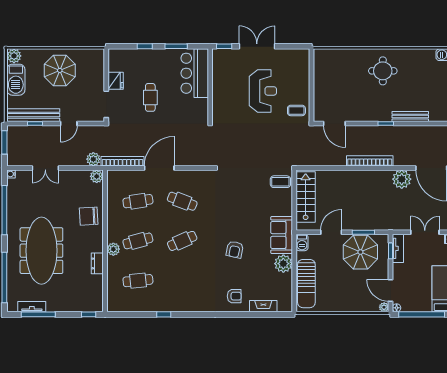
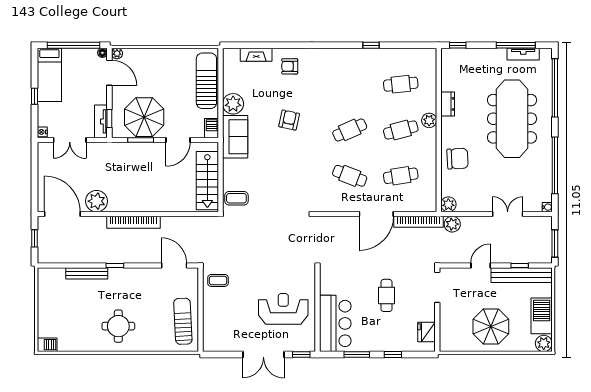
sun lounger: (327, 75) -> (183, 321), added
fridge: (116, 81) -> (427, 332), moved
reception desk: (263, 91) -> (283, 309), moved, turned 90

